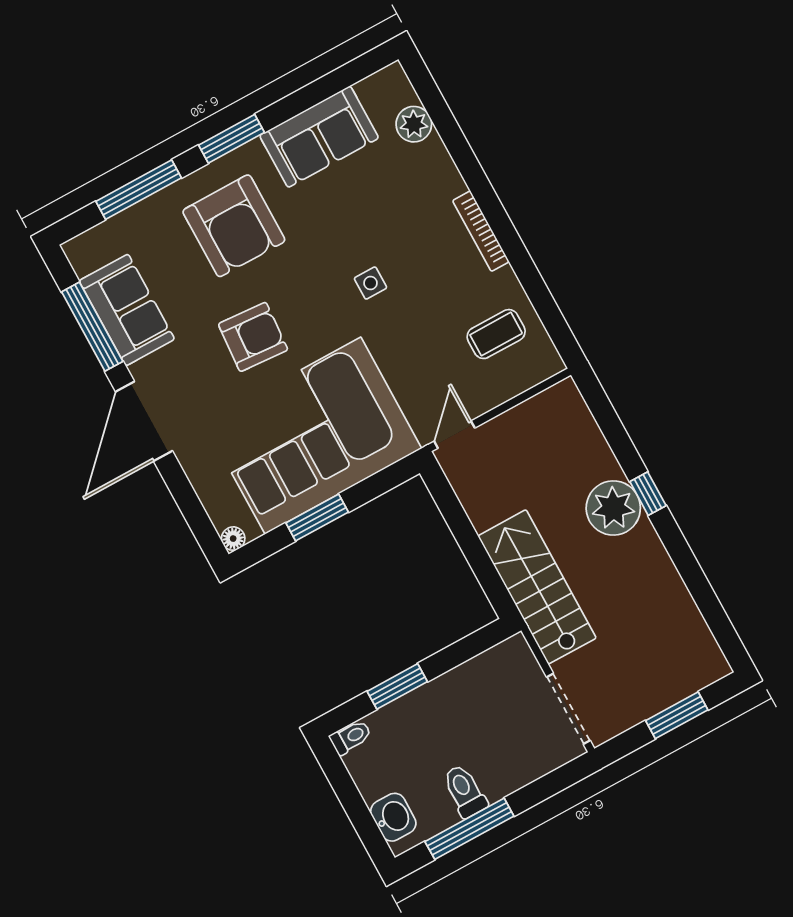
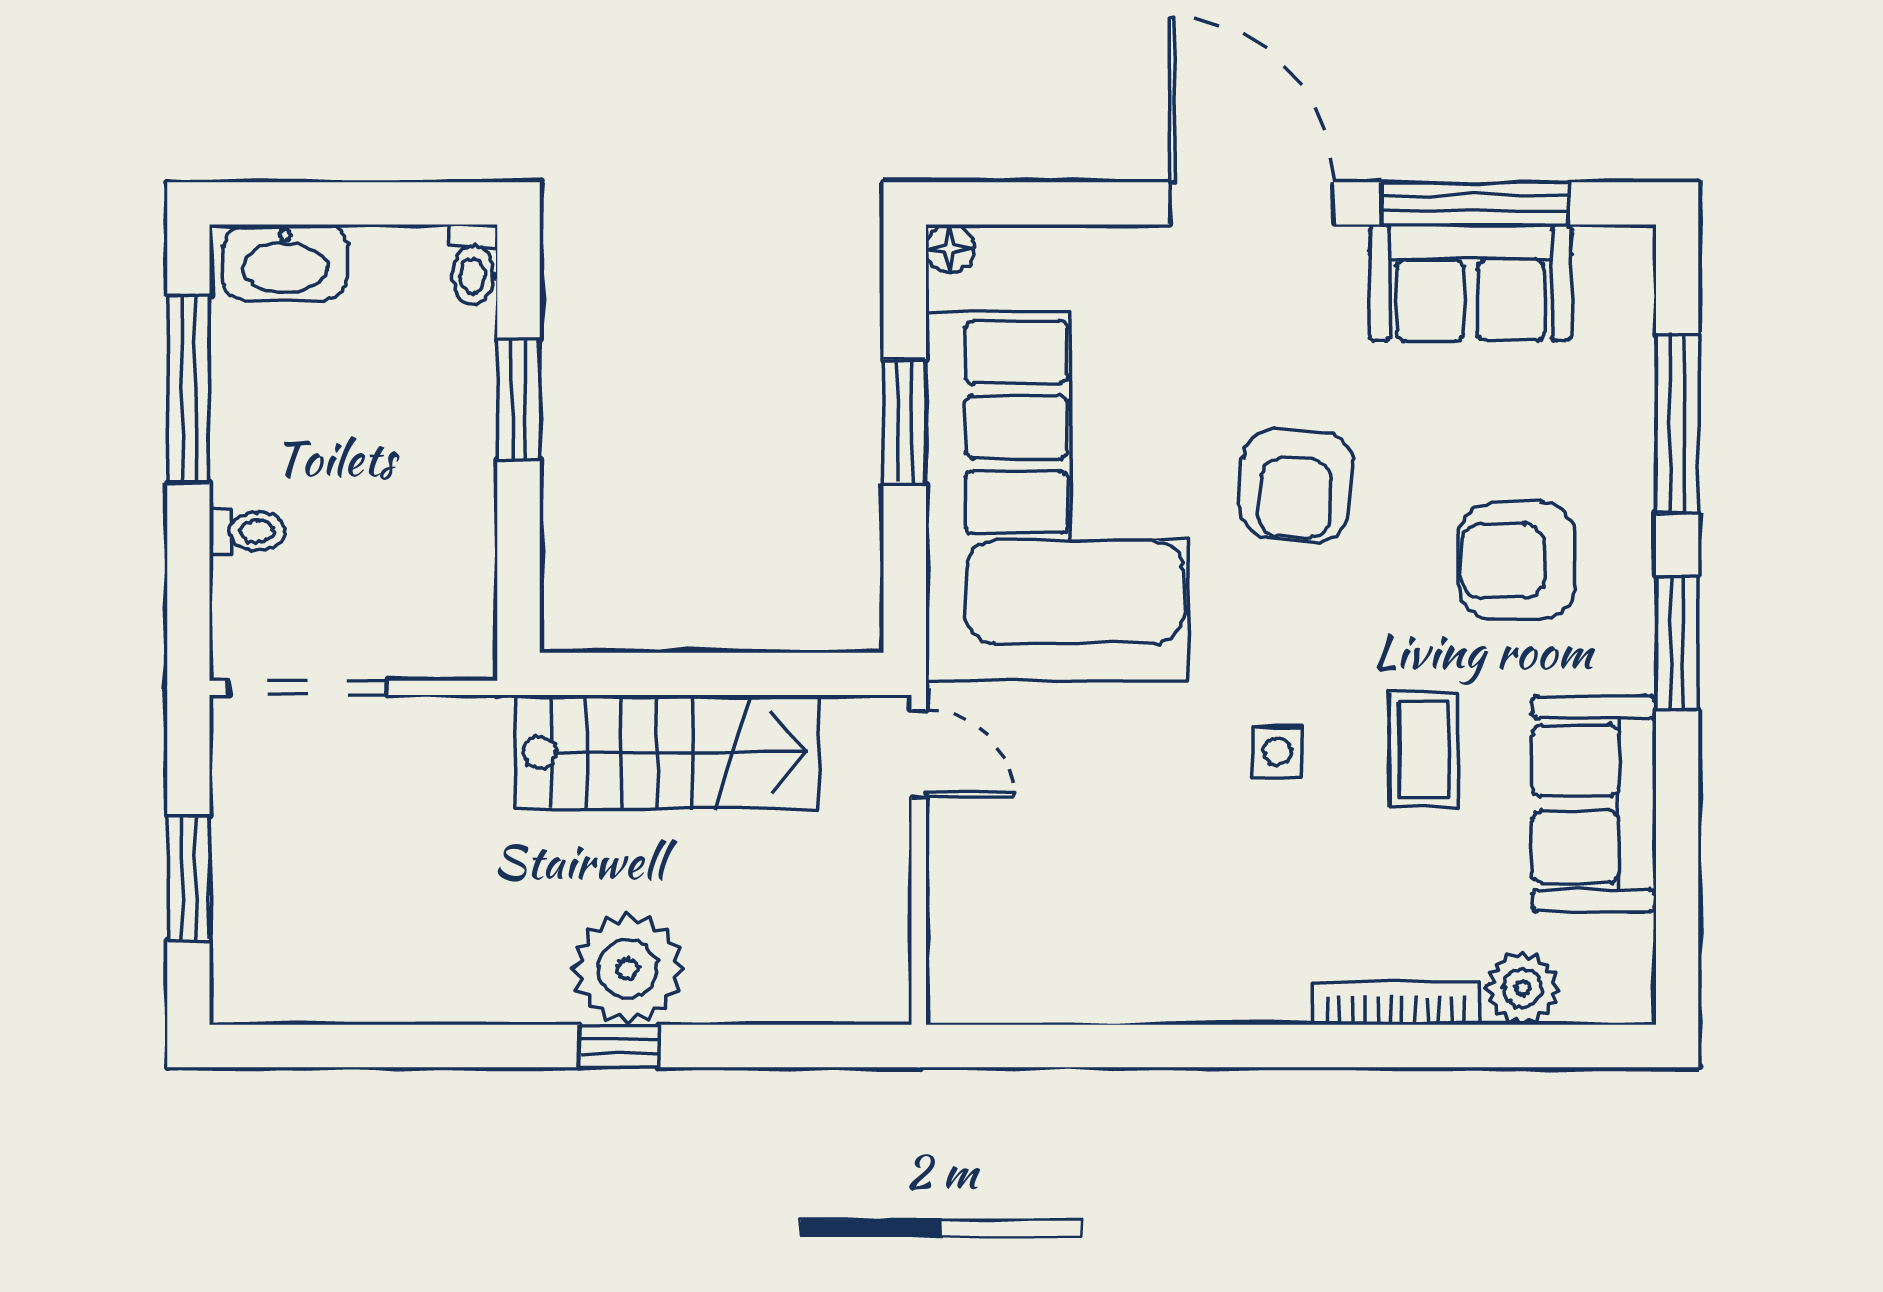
armchair: (234, 226) -> (1517, 561), width x0.73, depth x0.73
bookcase: (481, 231) -> (1396, 1003), moved
coffee table: (496, 334) -> (1424, 749), moved
stairs: (537, 587) -> (667, 752), moved
toilet: (465, 791) -> (247, 531), moved, width x0.73, depth x0.72
washbasin: (393, 817) -> (285, 262), width x1.38

